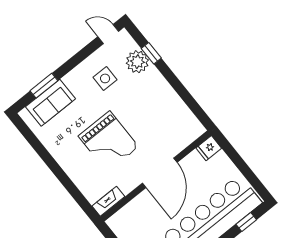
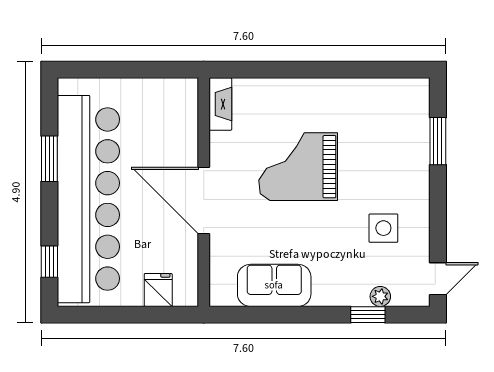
plant: (137, 62) -> (380, 296), width x0.53, depth x0.53
sofa: (51, 103) -> (274, 285), moved, turned 90
fridge: (209, 148) -> (158, 290), moved

